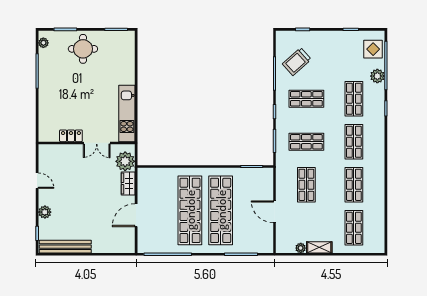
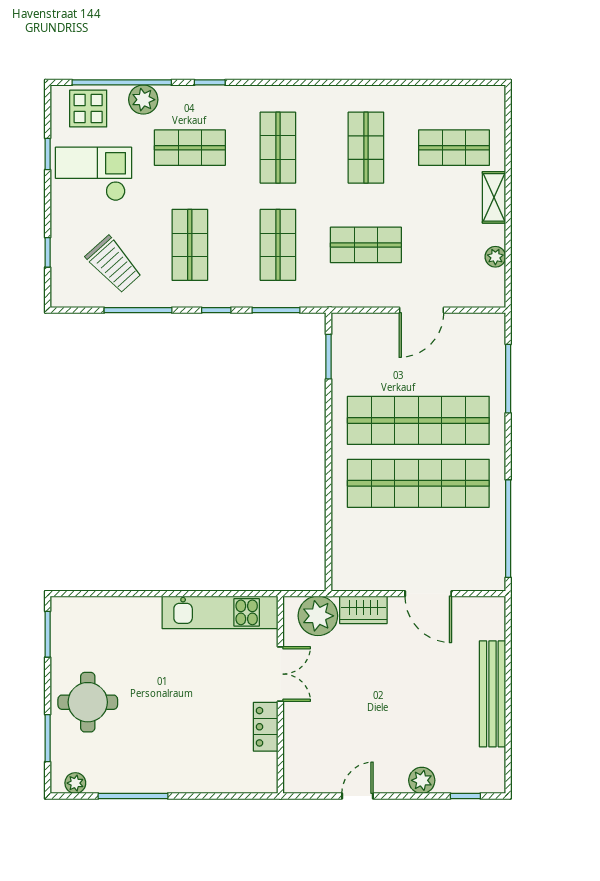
checkout: (341, 52) -> (94, 174), added
shop shelf: (354, 142) -> (278, 148), turned 90
shop shelf: (354, 185) -> (366, 148), turned 90
bench: (65, 247) -> (492, 694), moved
shelving: (319, 247) -> (494, 197), moved

